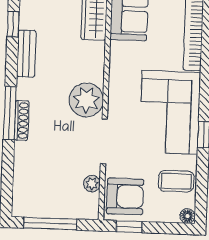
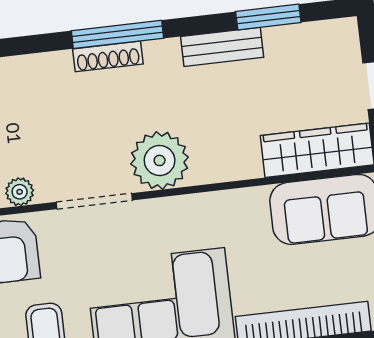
window: (13, 24) -> (268, 17), width x1.50

